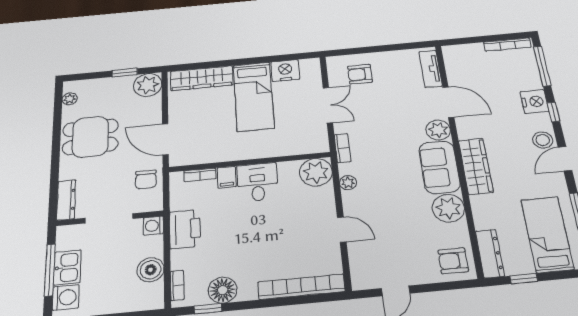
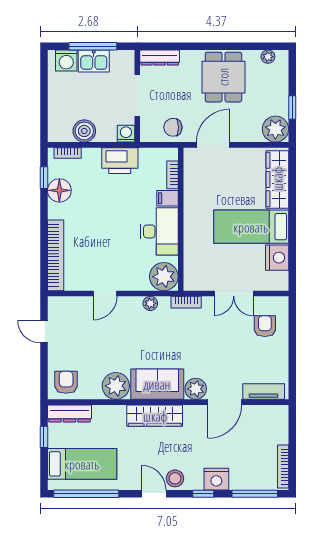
desk: (258, 182) -> (159, 231), width x1.37

